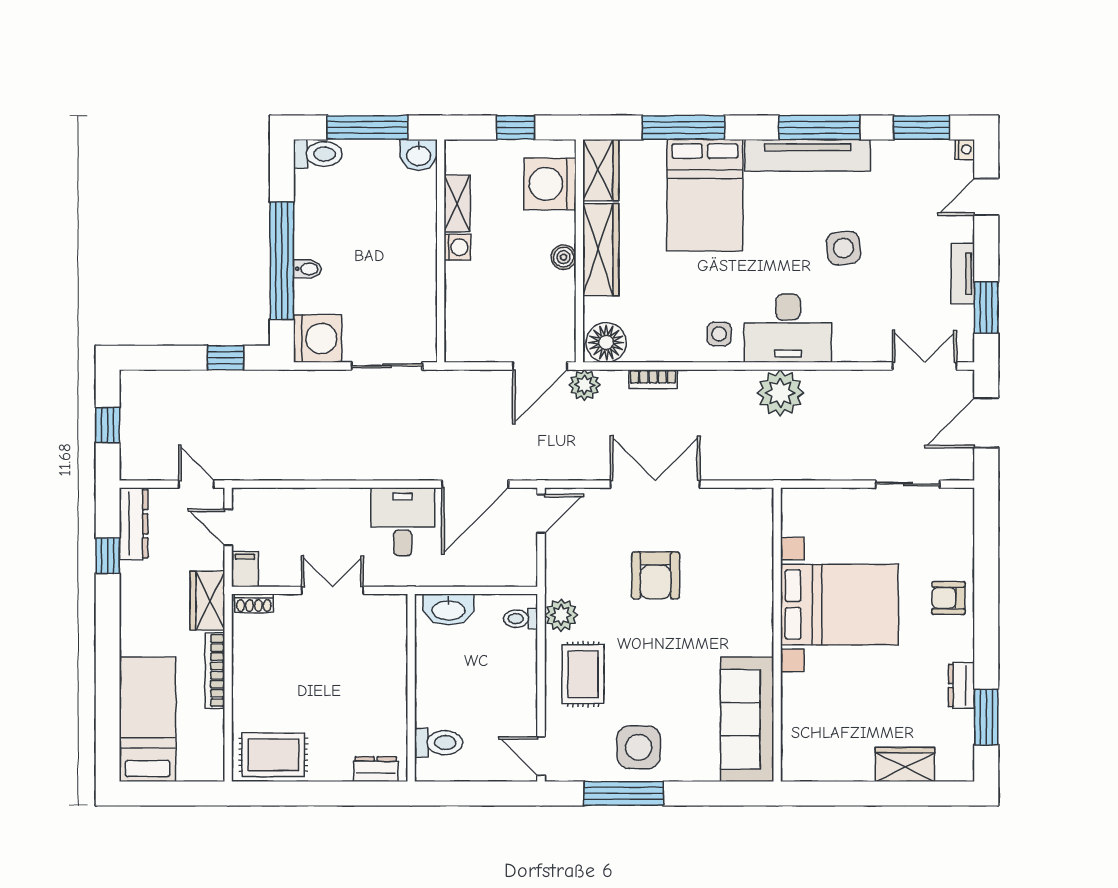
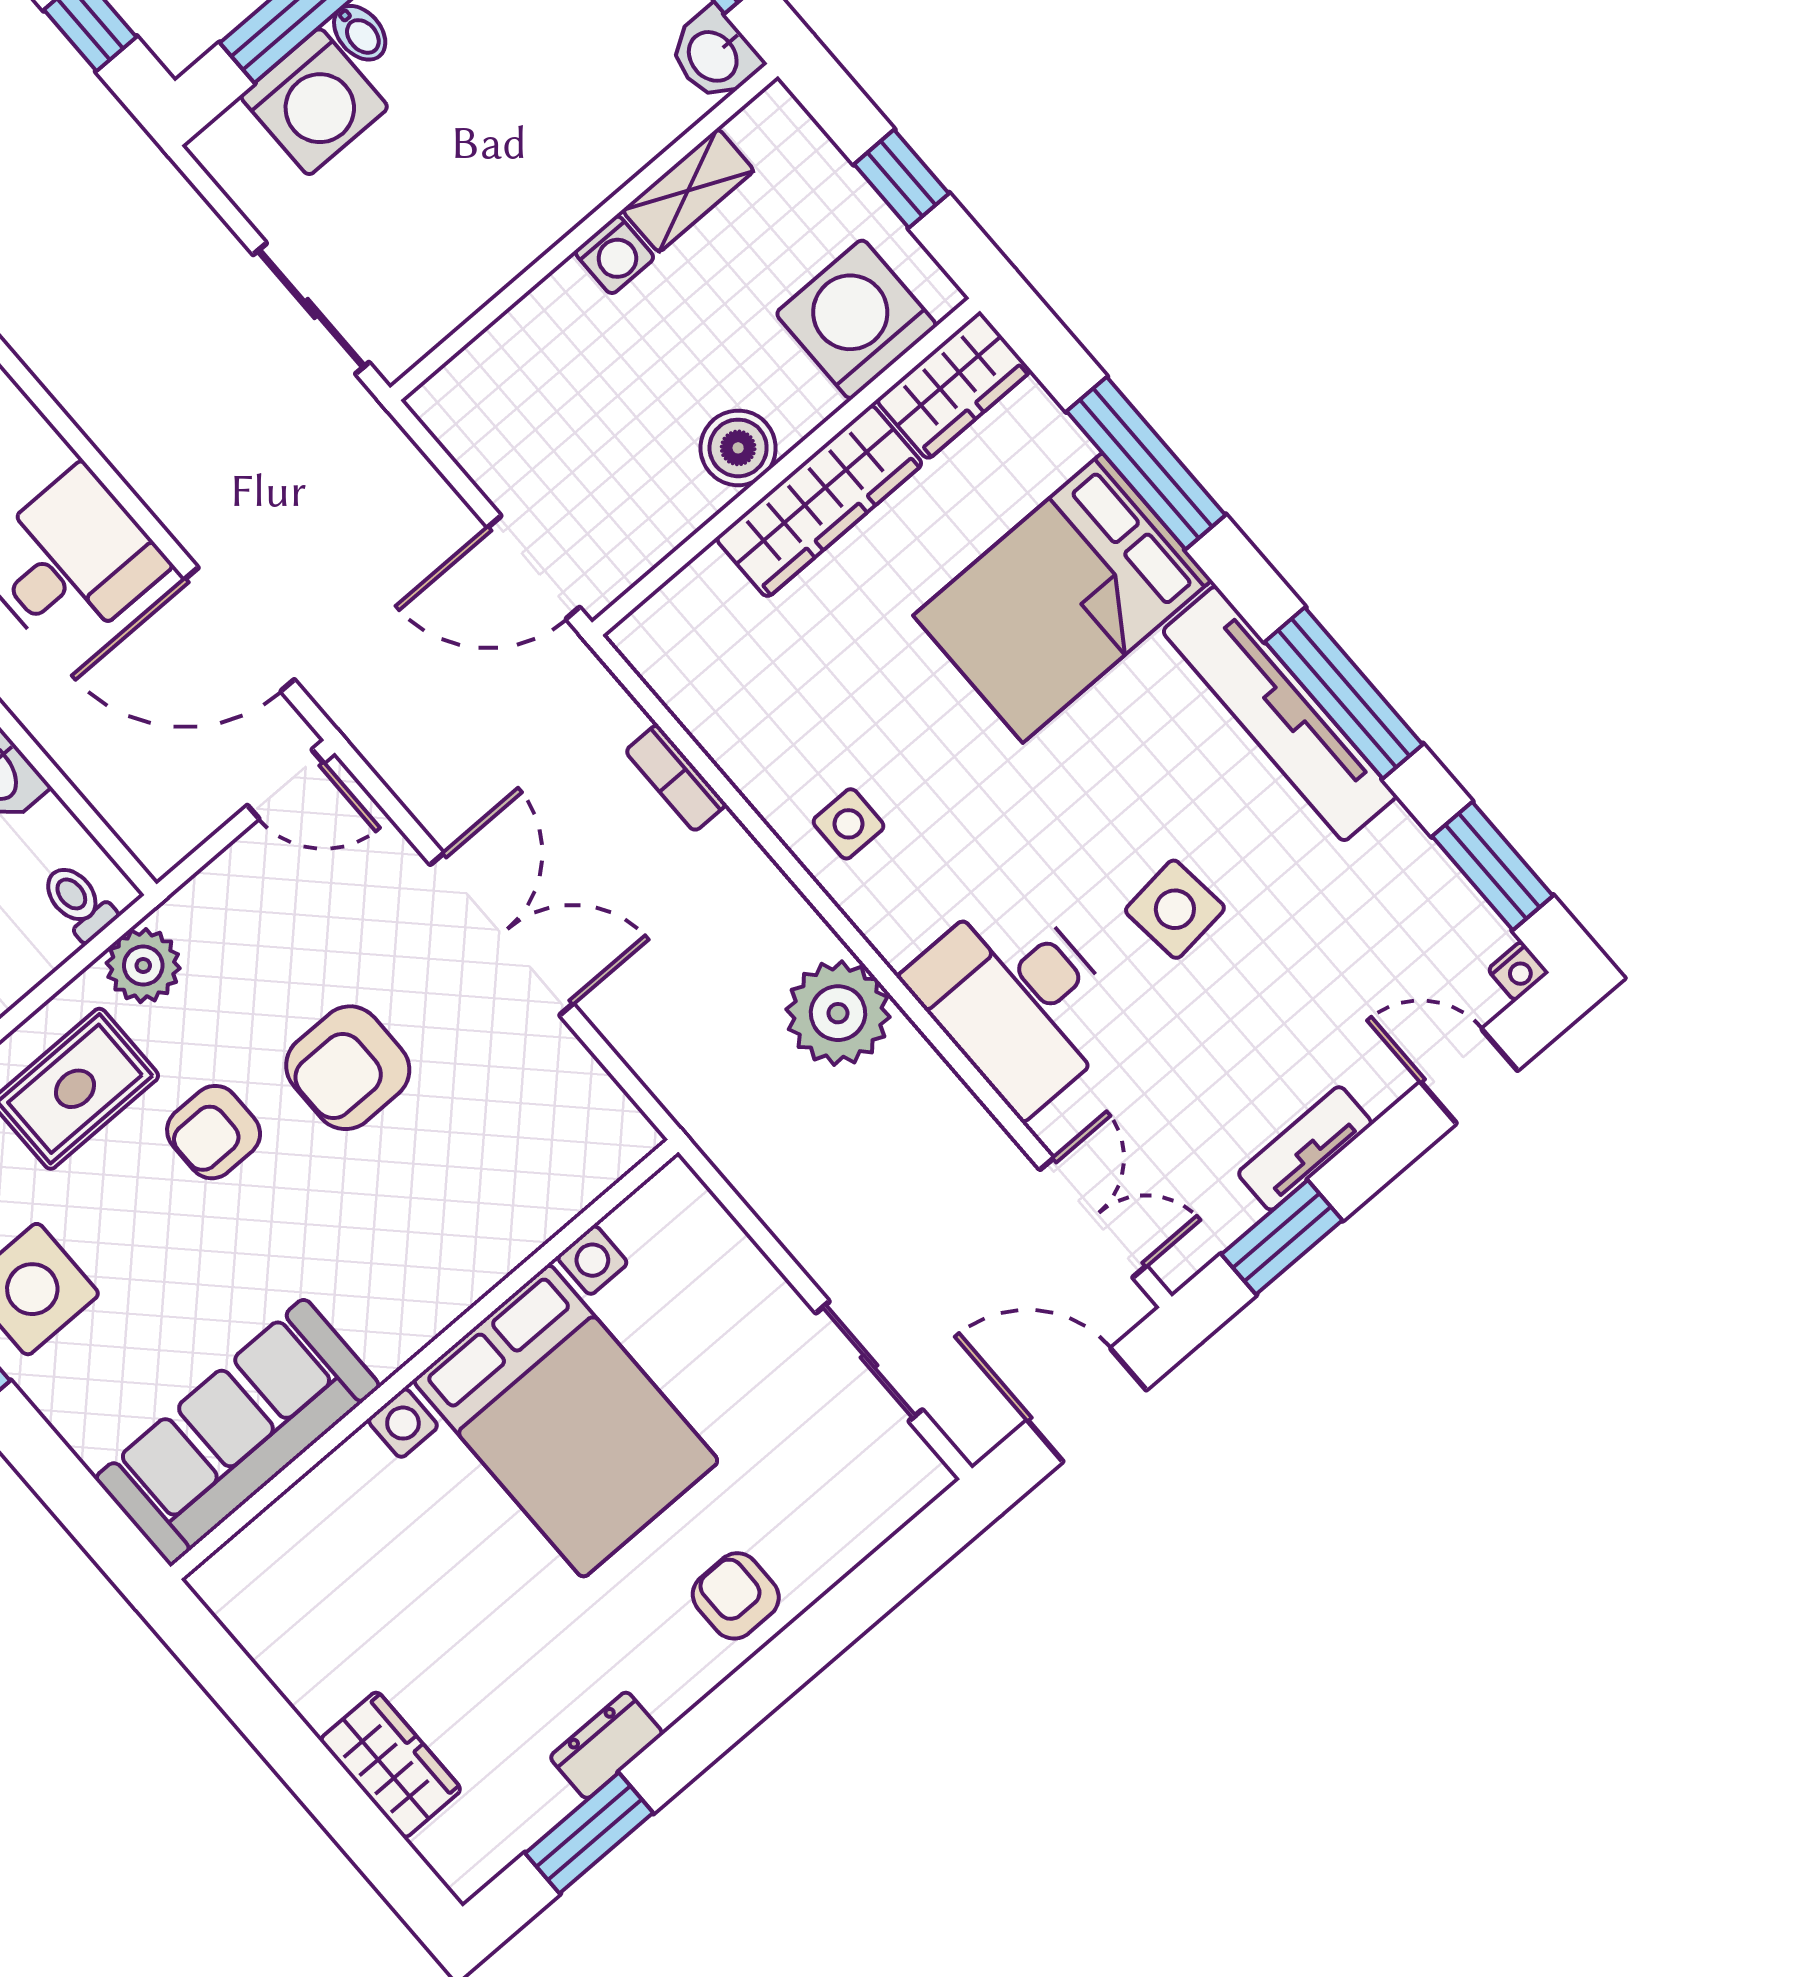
boiler: (564, 257) -> (738, 448), width x1.36, depth x1.36
desk: (788, 328) -> (1017, 1000), moved
washing machine: (318, 339) -> (314, 102), moved
floor lamp: (606, 342) -> (670, 645), removed
plant: (584, 385) -> (567, 670), removed
armchair: (638, 640) -> (214, 1132), added

